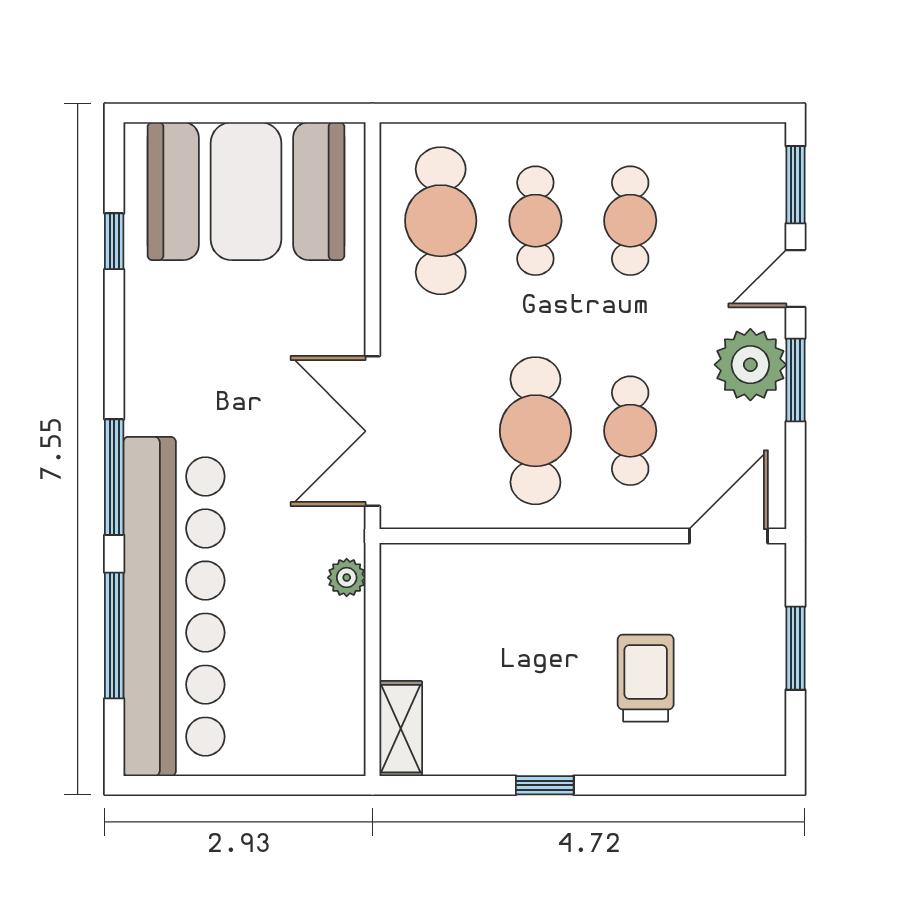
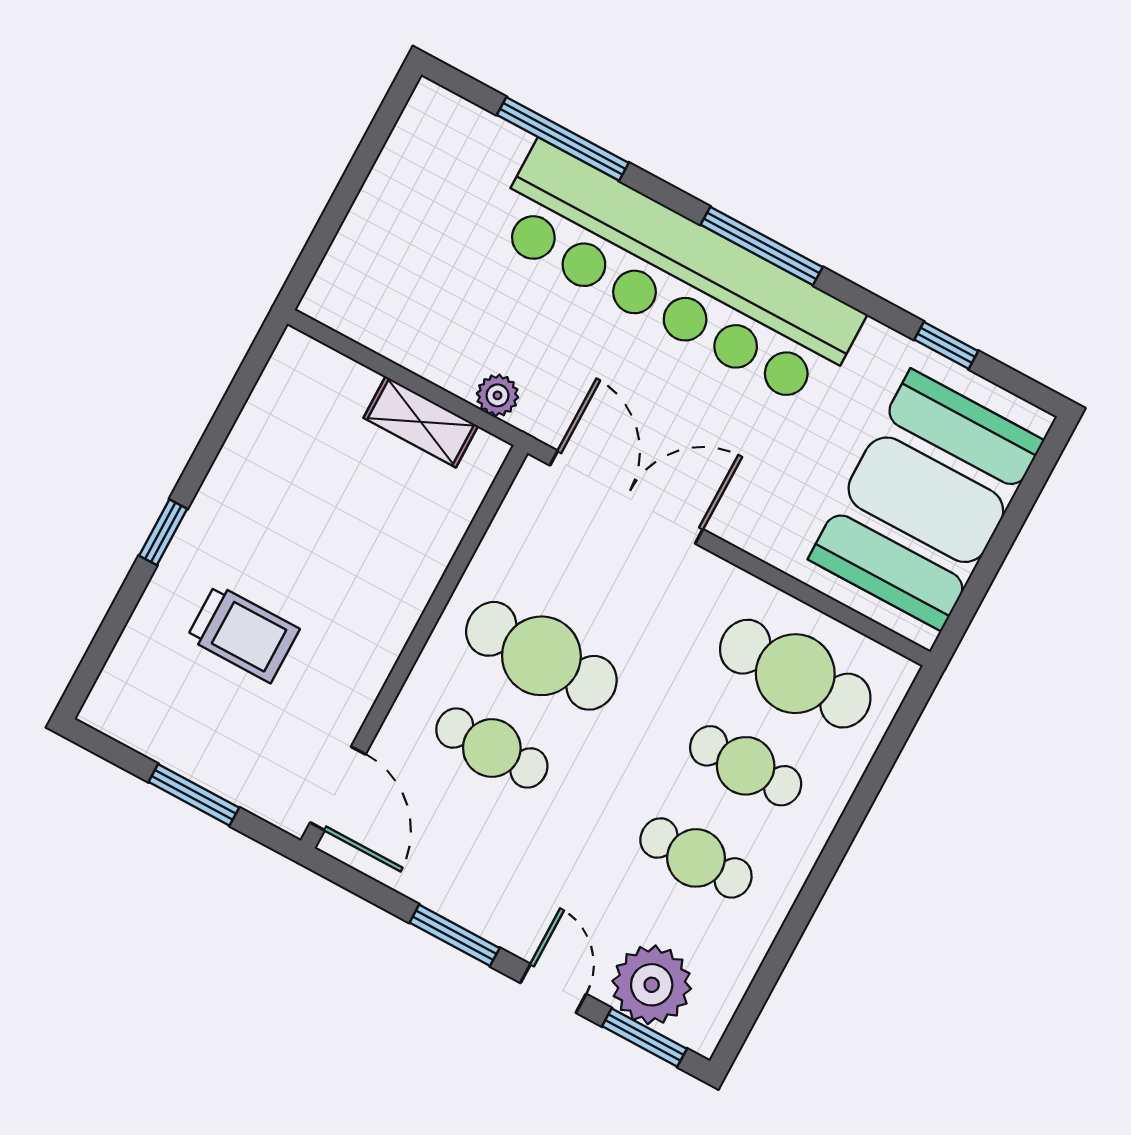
plant: (750, 365) -> (652, 985), moved
window: (114, 477) -> (762, 246), moved
bar counter: (174, 607) -> (676, 275), moved
shelving: (401, 729) -> (421, 422), moved
window: (545, 785) -> (163, 532), moved

